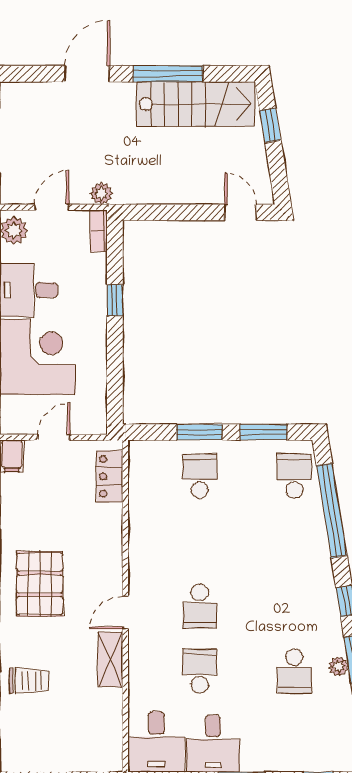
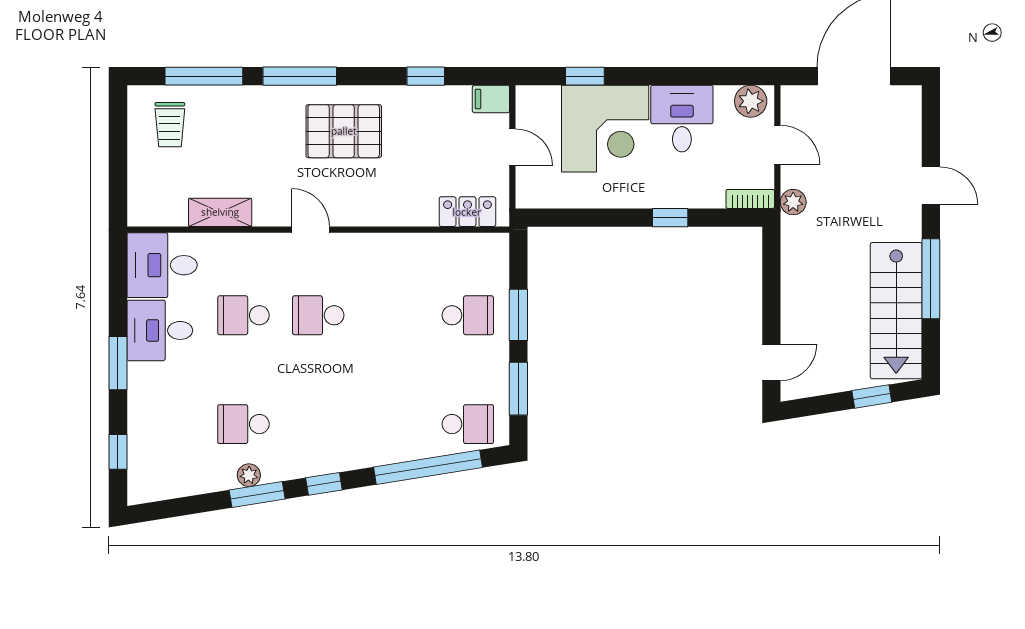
door: (87, 74) -> (931, 186), width x0.73
shelving: (110, 660) -> (220, 212), moved
school desk: (200, 671) -> (243, 315), turned 180
trolley: (29, 681) -> (170, 125), moved

